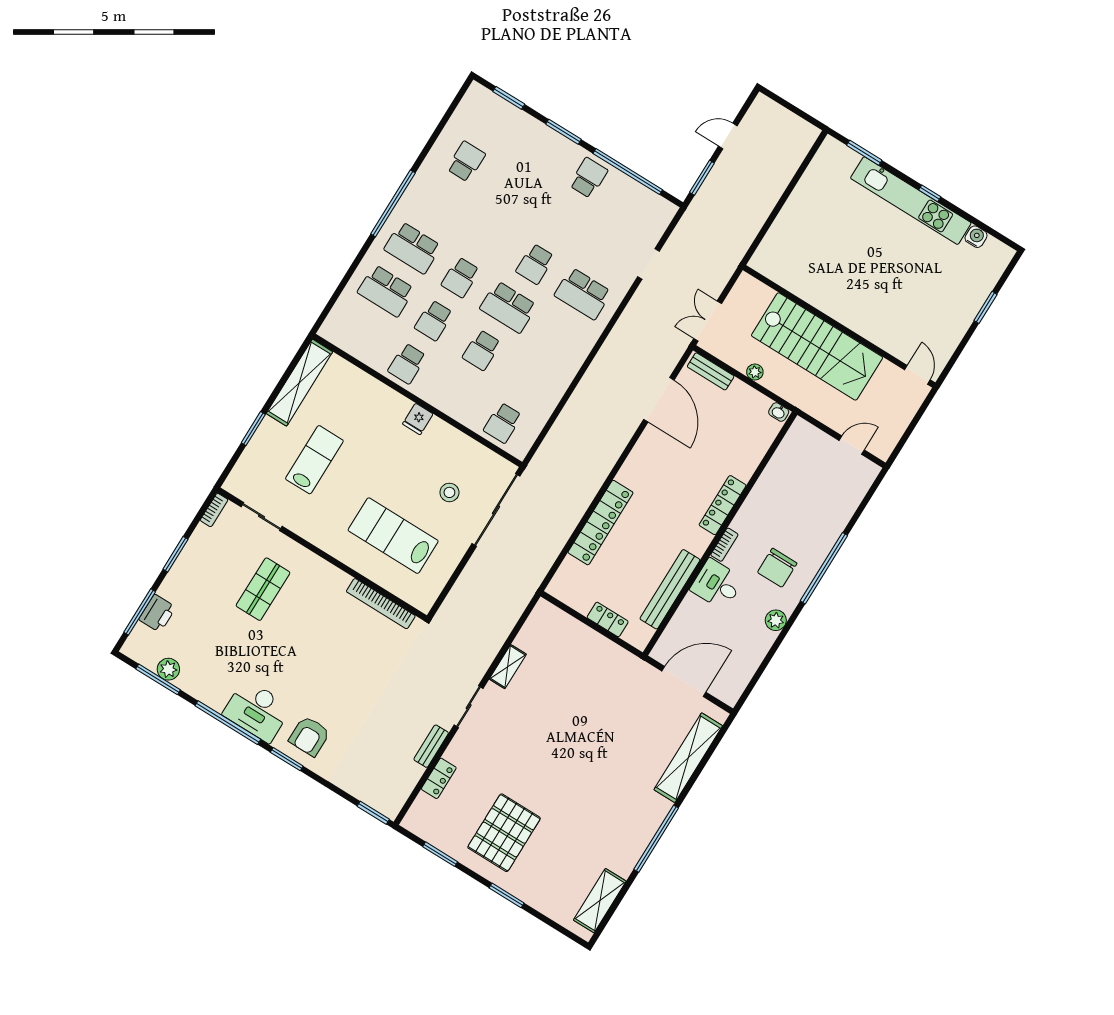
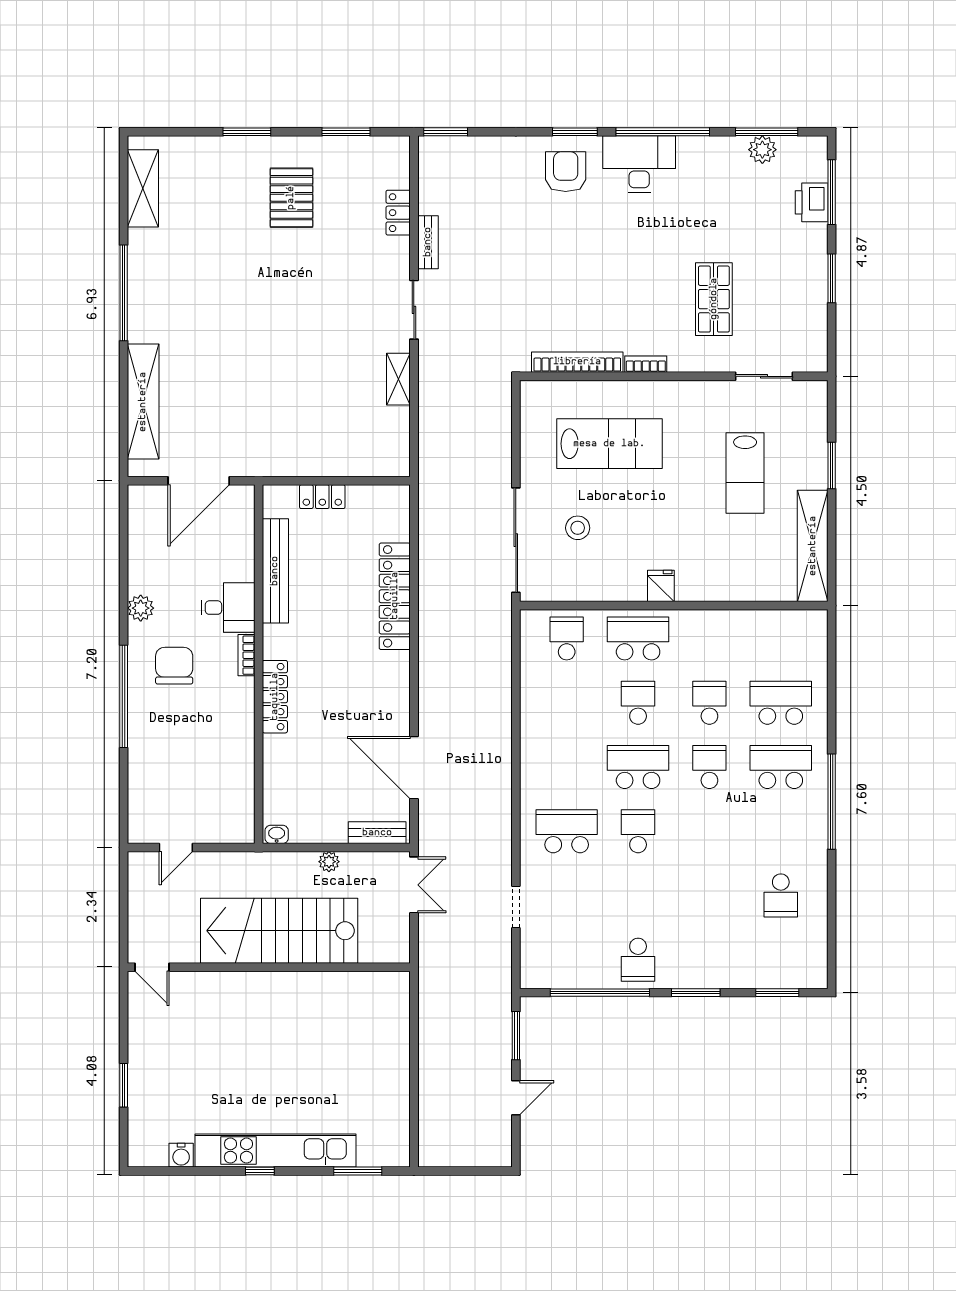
school desk: (407, 363) -> (638, 638), moved, width x1.85
bookcase: (214, 510) -> (646, 364), moved, turned 90
pallet: (504, 833) -> (291, 198), width x0.73, depth x0.71

